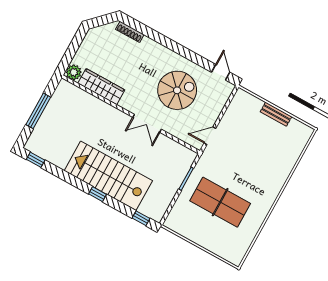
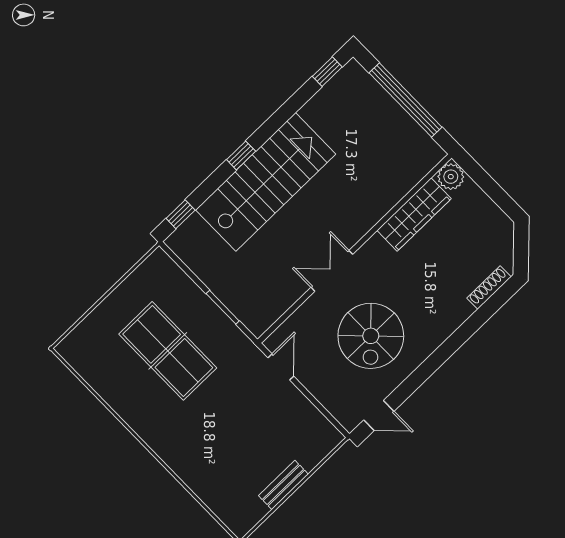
window: (38, 111) -> (405, 100), width x1.46
table tennis table: (220, 202) -> (168, 351), turned 90

